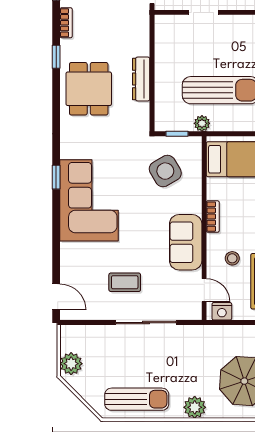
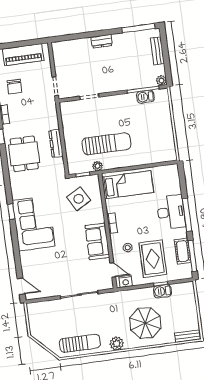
coffee table: (125, 282) -> (63, 271), removed
plant: (71, 364) -> (36, 327), removed

